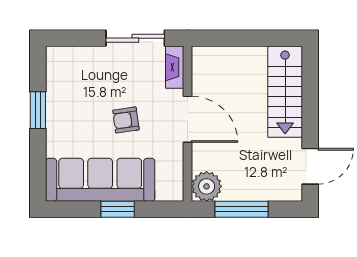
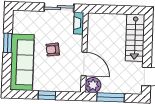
door: (188, 119) -> (84, 64), moved
sofa: (100, 180) -> (22, 62), moved, turned 90

